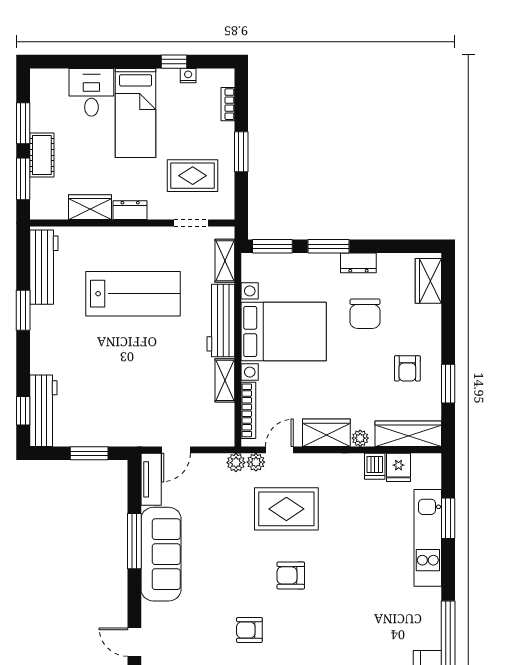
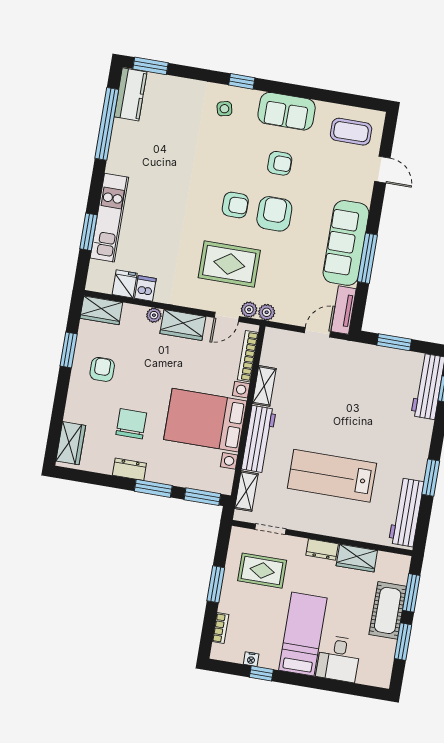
cot: (42, 155) -> (388, 610), width x1.37, depth x1.34
wardrobe: (408, 434) -> (101, 310), width x0.67
armchair: (246, 573) -> (274, 214), added

